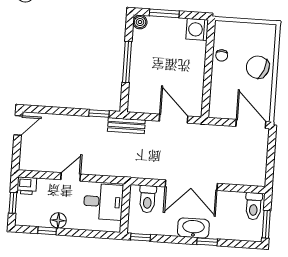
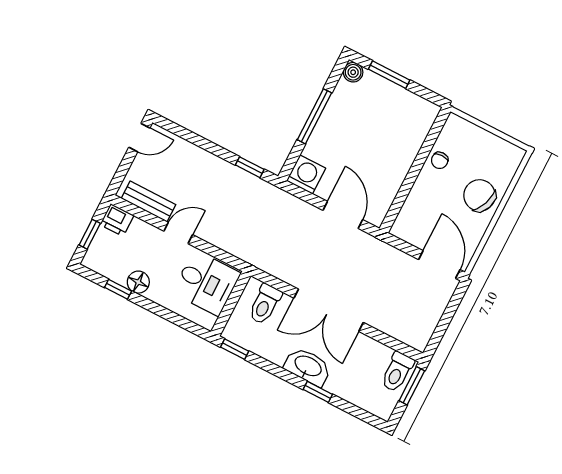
washing machine: (197, 29) -> (306, 174), moved, turned 90
bench: (126, 126) -> (149, 201), moved
window: (266, 224) -> (412, 386), moved

